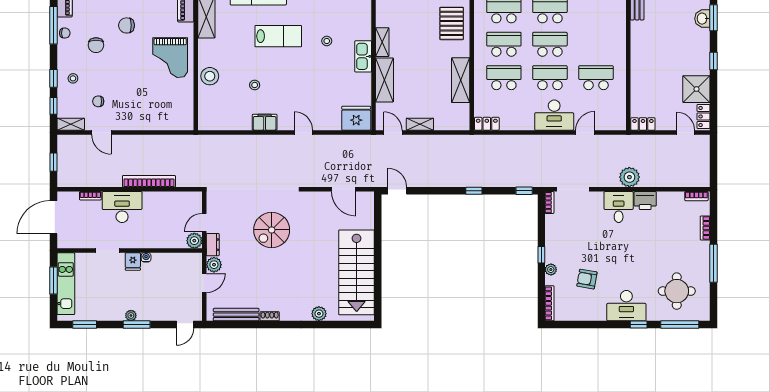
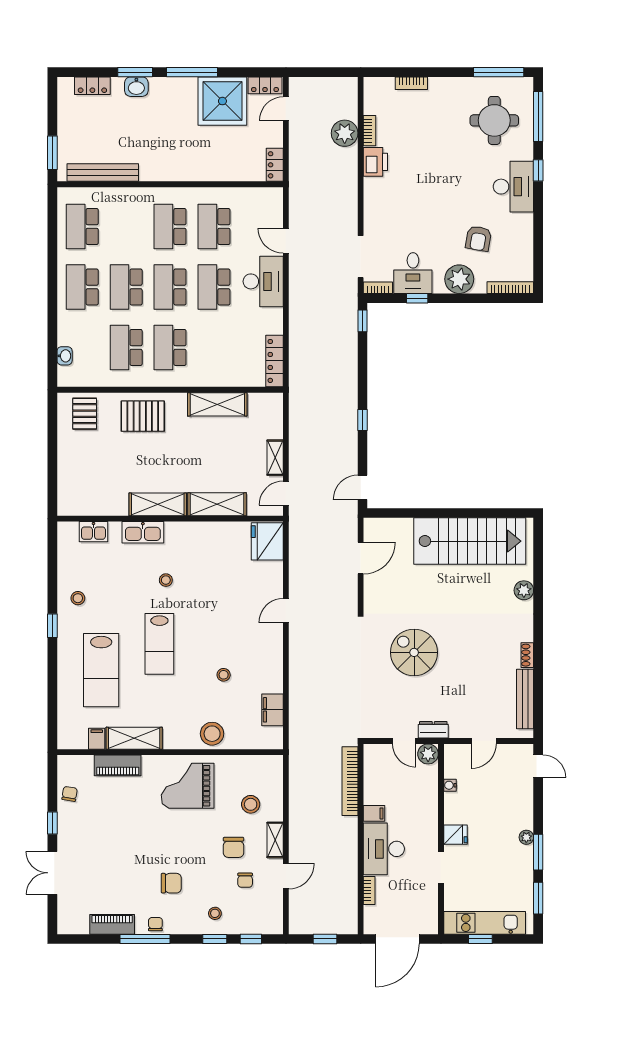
chair: (126, 25) -> (234, 847), moved
lab bench: (278, 36) -> (159, 644), turned 180
shelving: (382, 42) -> (158, 504), width x1.50, depth x1.33
kitchen sink: (363, 56) -> (143, 532), moved
grand piano: (170, 58) -> (188, 786), turned 180
window: (714, 61) -> (192, 72), width x2.17
school desk: (504, 78) -> (170, 226), moved
shower: (696, 89) -> (222, 101), width x1.37, depth x1.37
stool: (156, 106) -> (251, 804), added
filing cabinet: (265, 122) -> (272, 710), moved
shelving: (71, 124) -> (275, 840), moved
locker: (487, 124) -> (275, 361), width x1.53
plant: (629, 177) -> (345, 133), moved
bookcase: (149, 181) -> (350, 781), moved
window: (474, 191) -> (363, 420), moved
bookcase: (696, 196) -> (370, 131), moved
filing cabinet: (149, 200) -> (374, 813), added
desk: (619, 207) -> (413, 273), moved, turned -90
door: (53, 217) -> (397, 939), hinge flipped
spiral stairs: (272, 230) -> (414, 652), turned 180
window: (541, 255) -> (417, 298), moved
water cooler: (146, 257) -> (450, 785), moved
window: (714, 263) -> (499, 72), moved
plant: (214, 265) -> (460, 728), removed
plant: (551, 270) -> (459, 279), width x1.88, depth x1.88
window: (53, 281) -> (480, 939), width x0.67
door: (204, 283) -> (484, 741), swing flipped
window: (137, 324) -> (538, 852), moved

